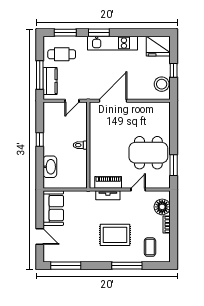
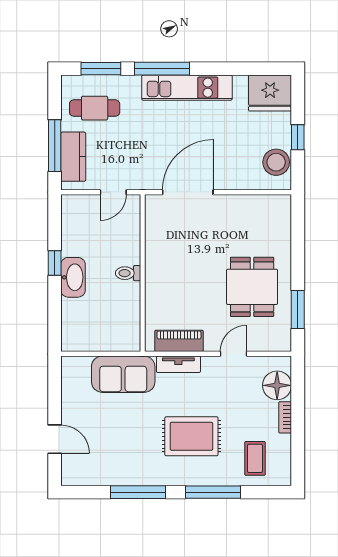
window: (99, 33) -> (162, 69), width x1.44
dining table: (148, 153) -> (252, 287), width x0.73
washbasin: (50, 167) -> (73, 277), moved
sofa: (53, 208) -> (123, 374), moved, turned 90
window: (66, 266) -> (138, 492), moved

